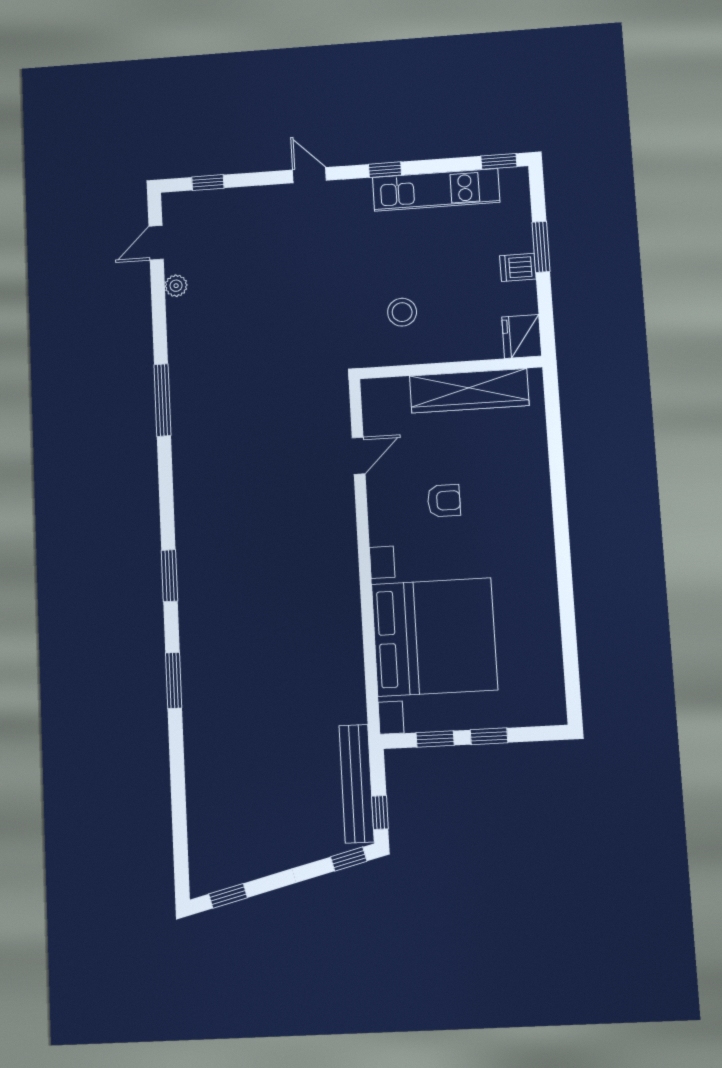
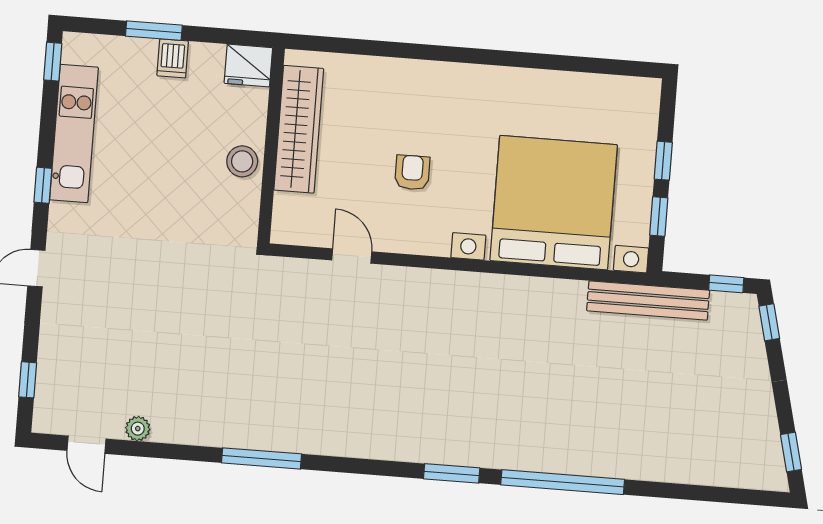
stool: (402, 312) -> (242, 161), moved
window: (174, 680) -> (563, 482), width x2.11
bench: (357, 784) -> (648, 300), moved

